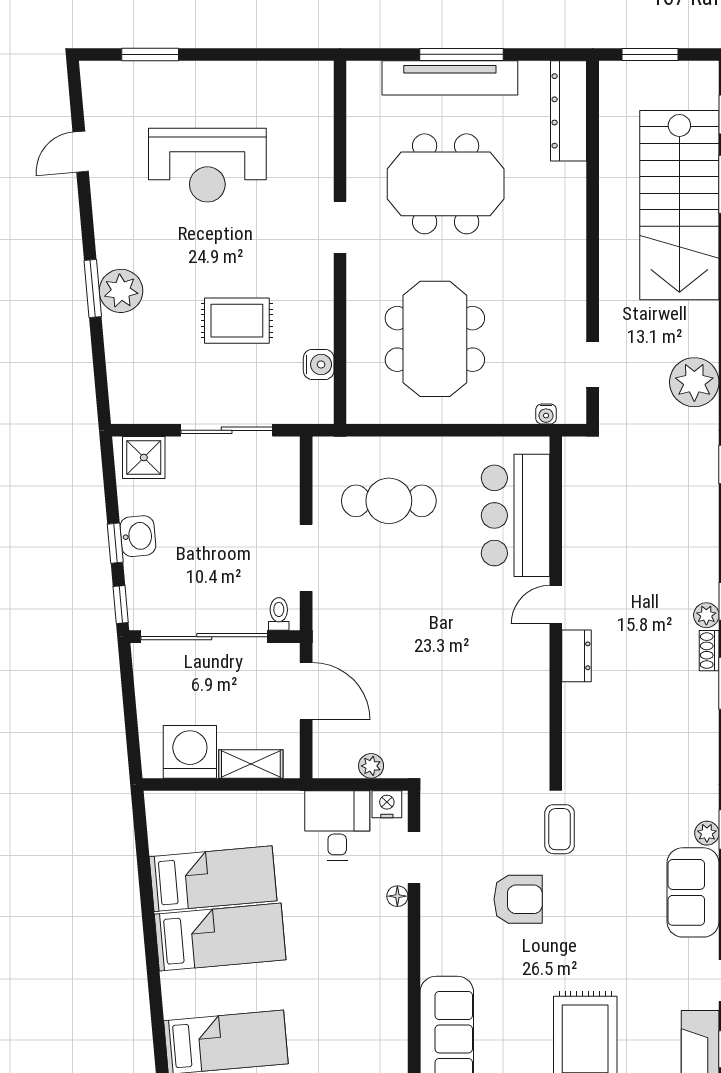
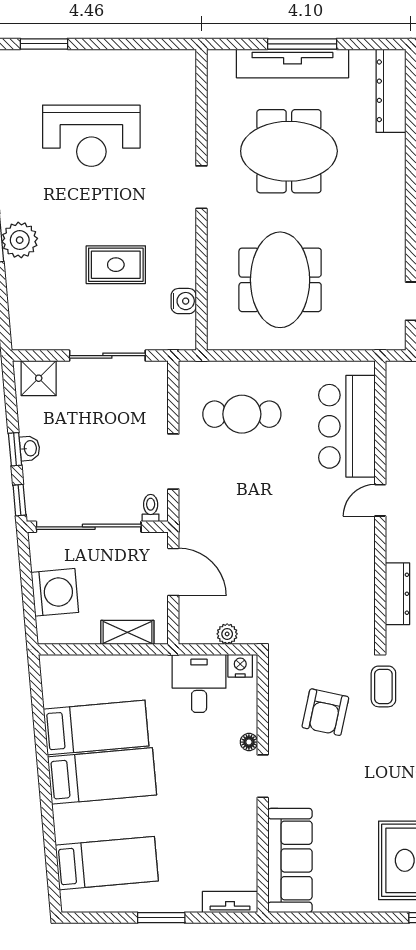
water cooler: (546, 414) -> (372, 342), removed
washbasin: (138, 536) -> (30, 448), width x0.72, depth x0.69
dresser: (576, 656) -> (397, 594), moved, width x1.44
washing machine: (190, 752) -> (55, 592), moved, turned 85
doorway: (414, 858) -> (263, 776), moved
armchair: (518, 899) -> (325, 712), moved, turned 102

